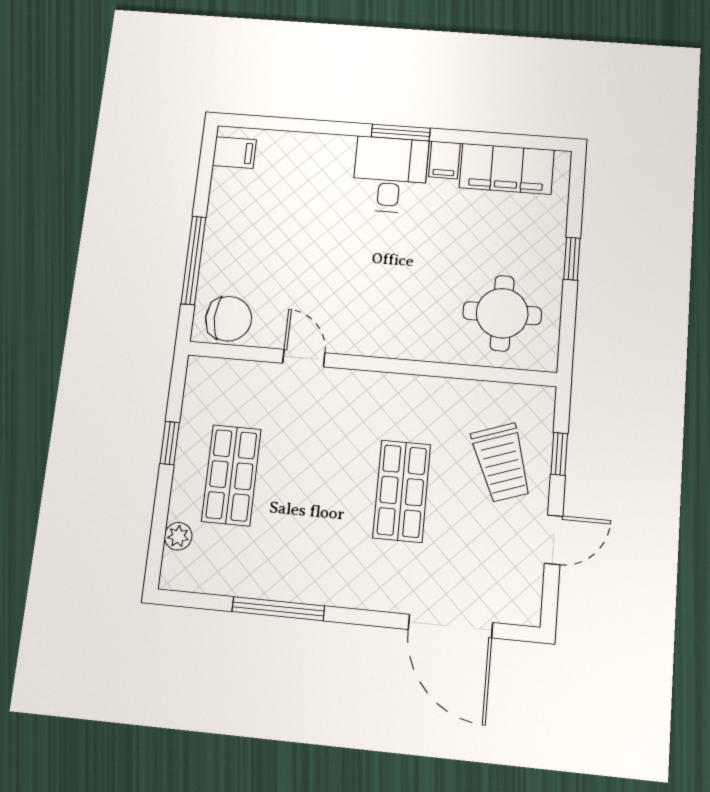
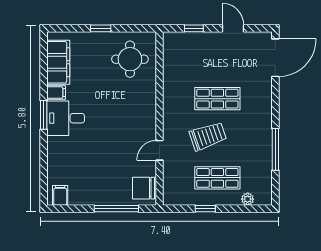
chair: (229, 319) -> (144, 188), turned -90
trolley: (502, 463) -> (208, 136), moved
door: (450, 626) -> (275, 58), moved

